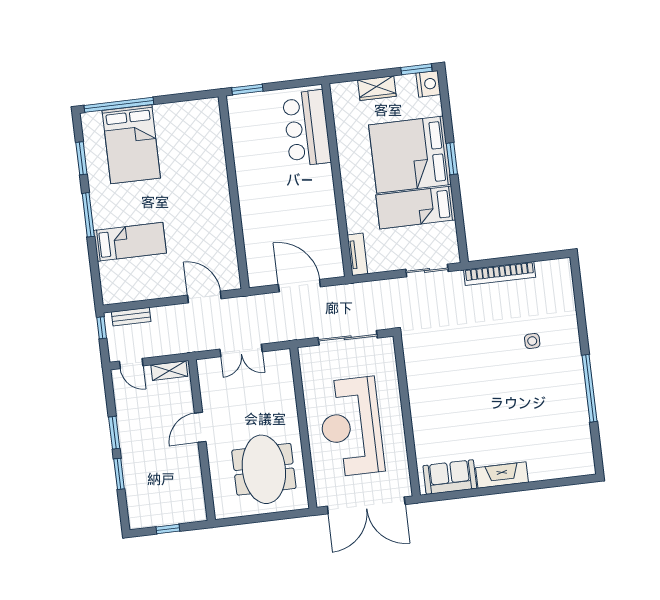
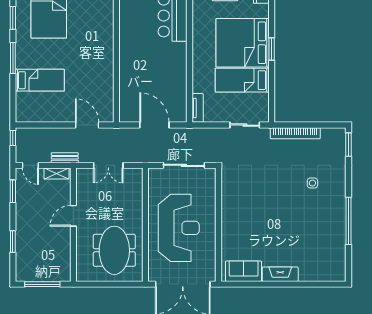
window: (577, 281) -> (349, 145), added
bench: (131, 317) -> (65, 158), moved
reception desk: (351, 427) -> (179, 228), turned 180
window: (114, 433) -> (13, 191), moved
window: (168, 529) -> (42, 284), width x2.17

